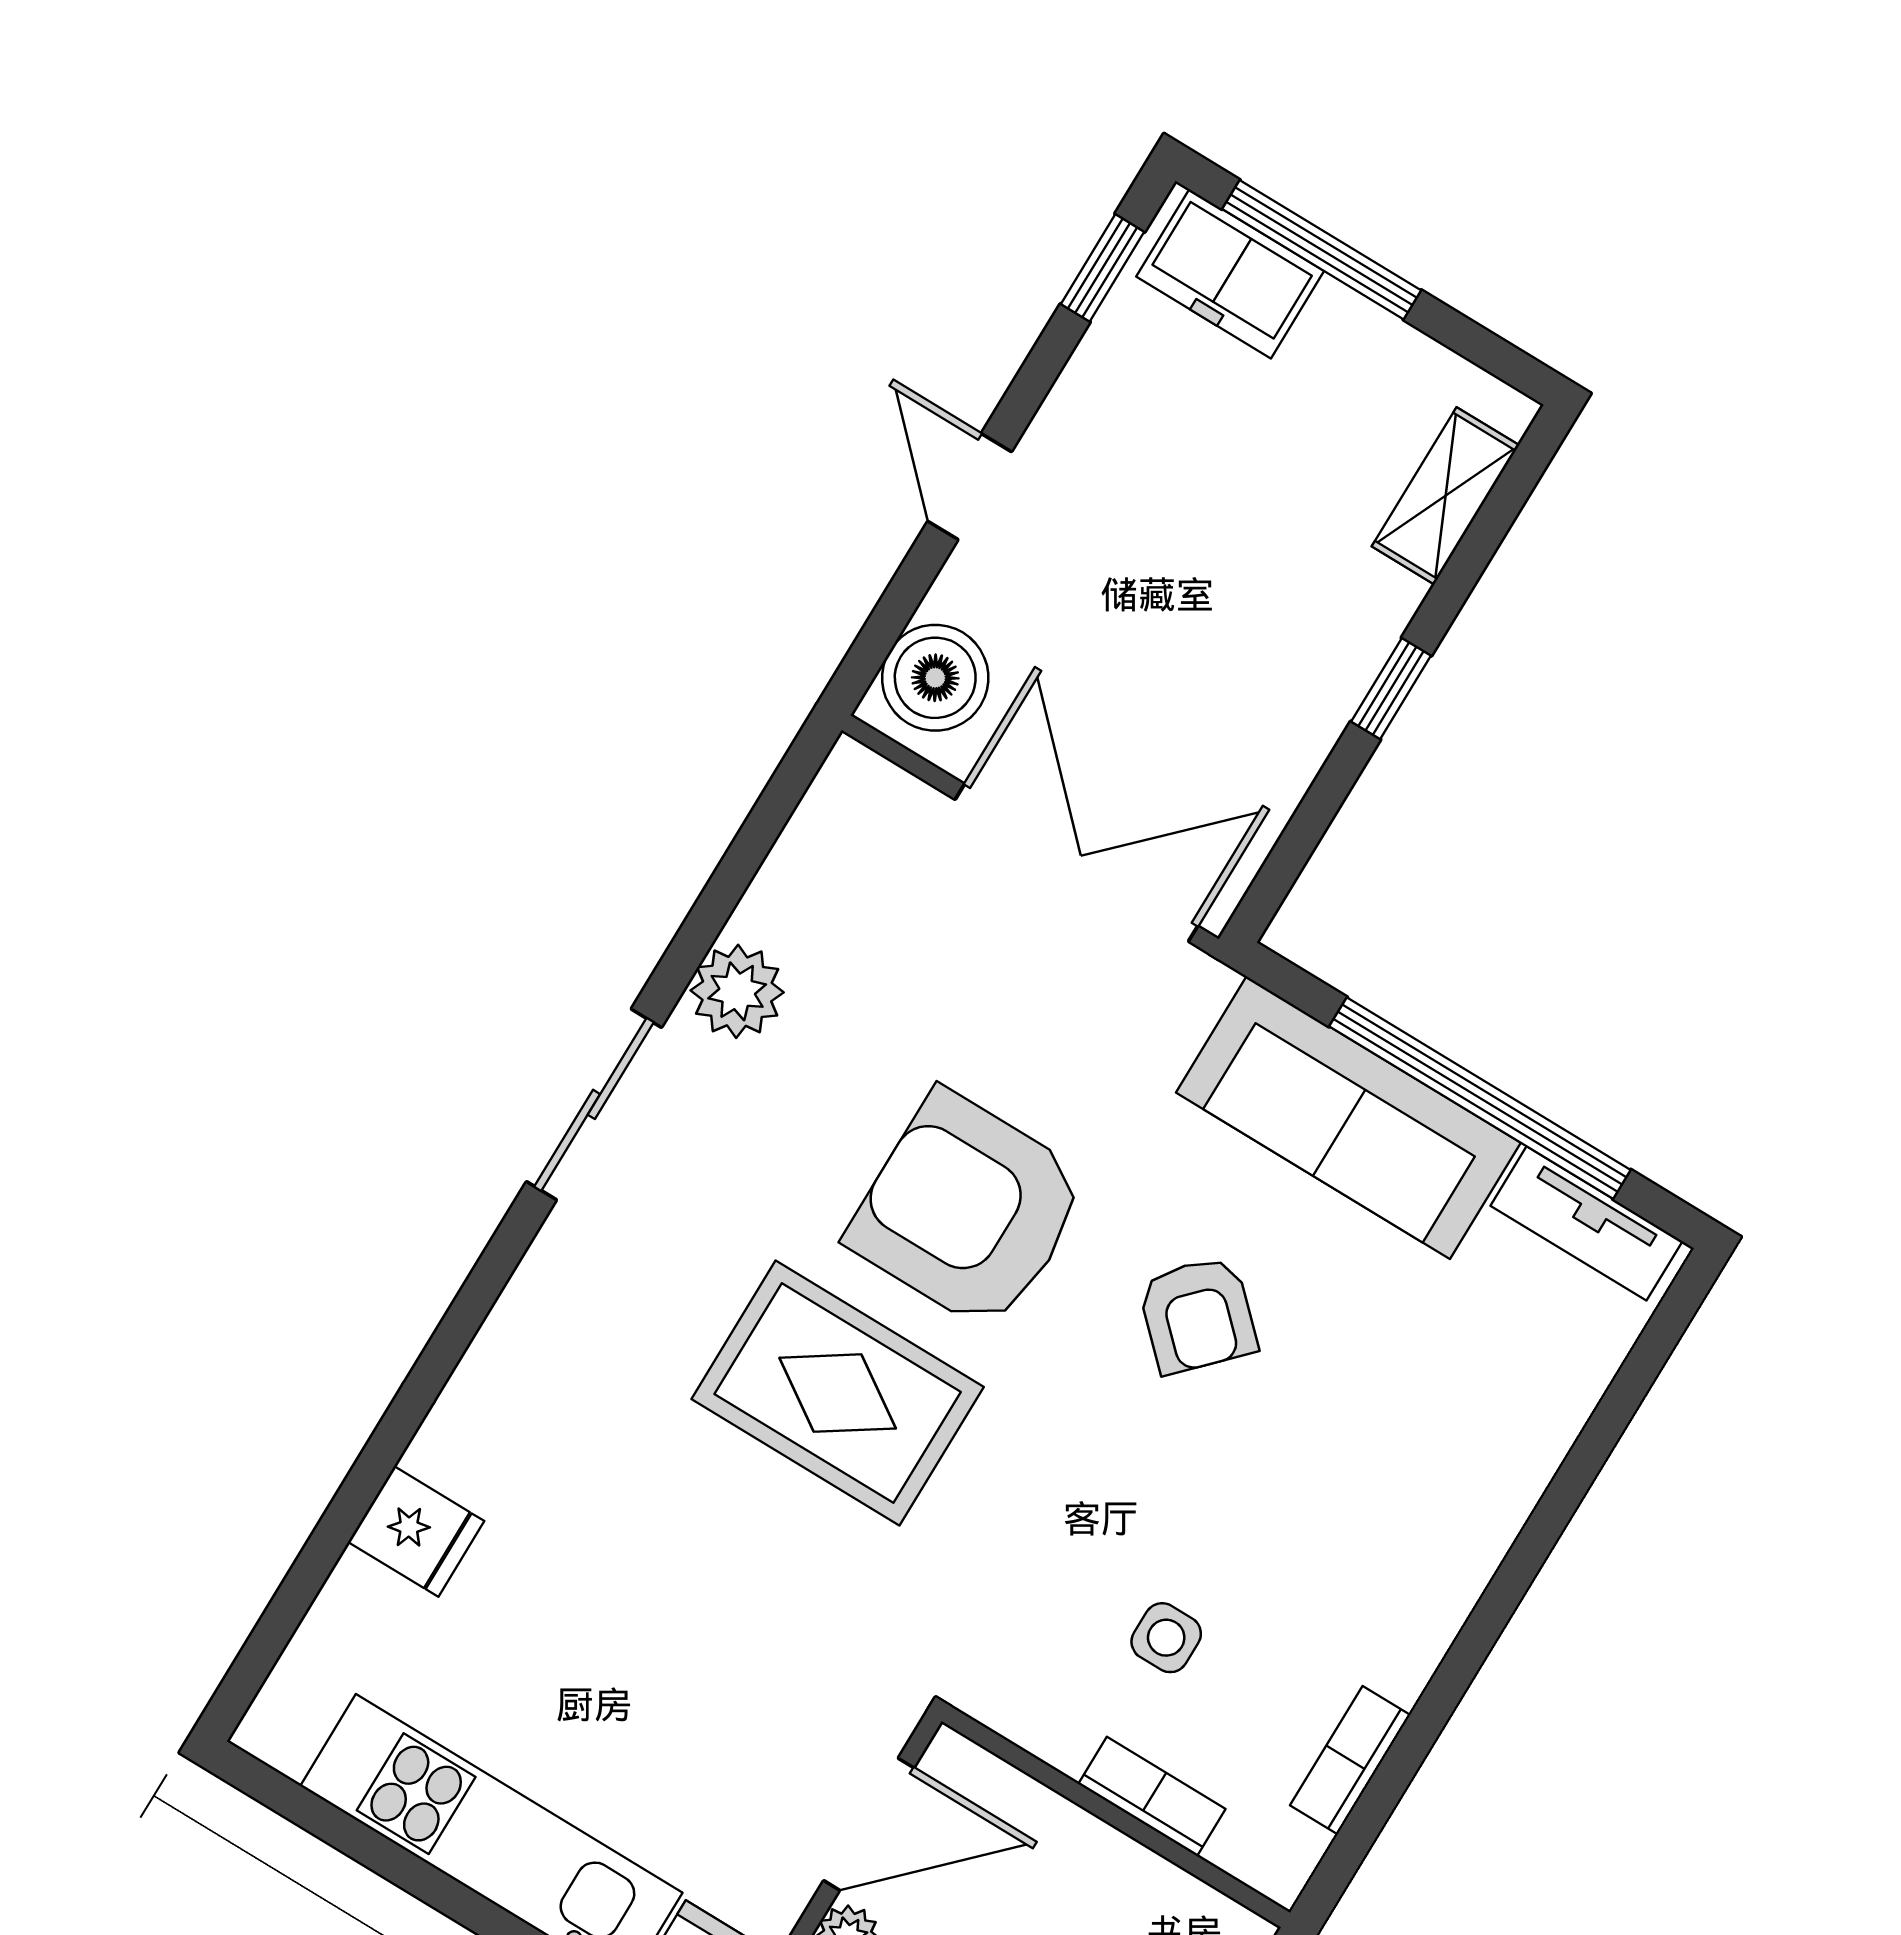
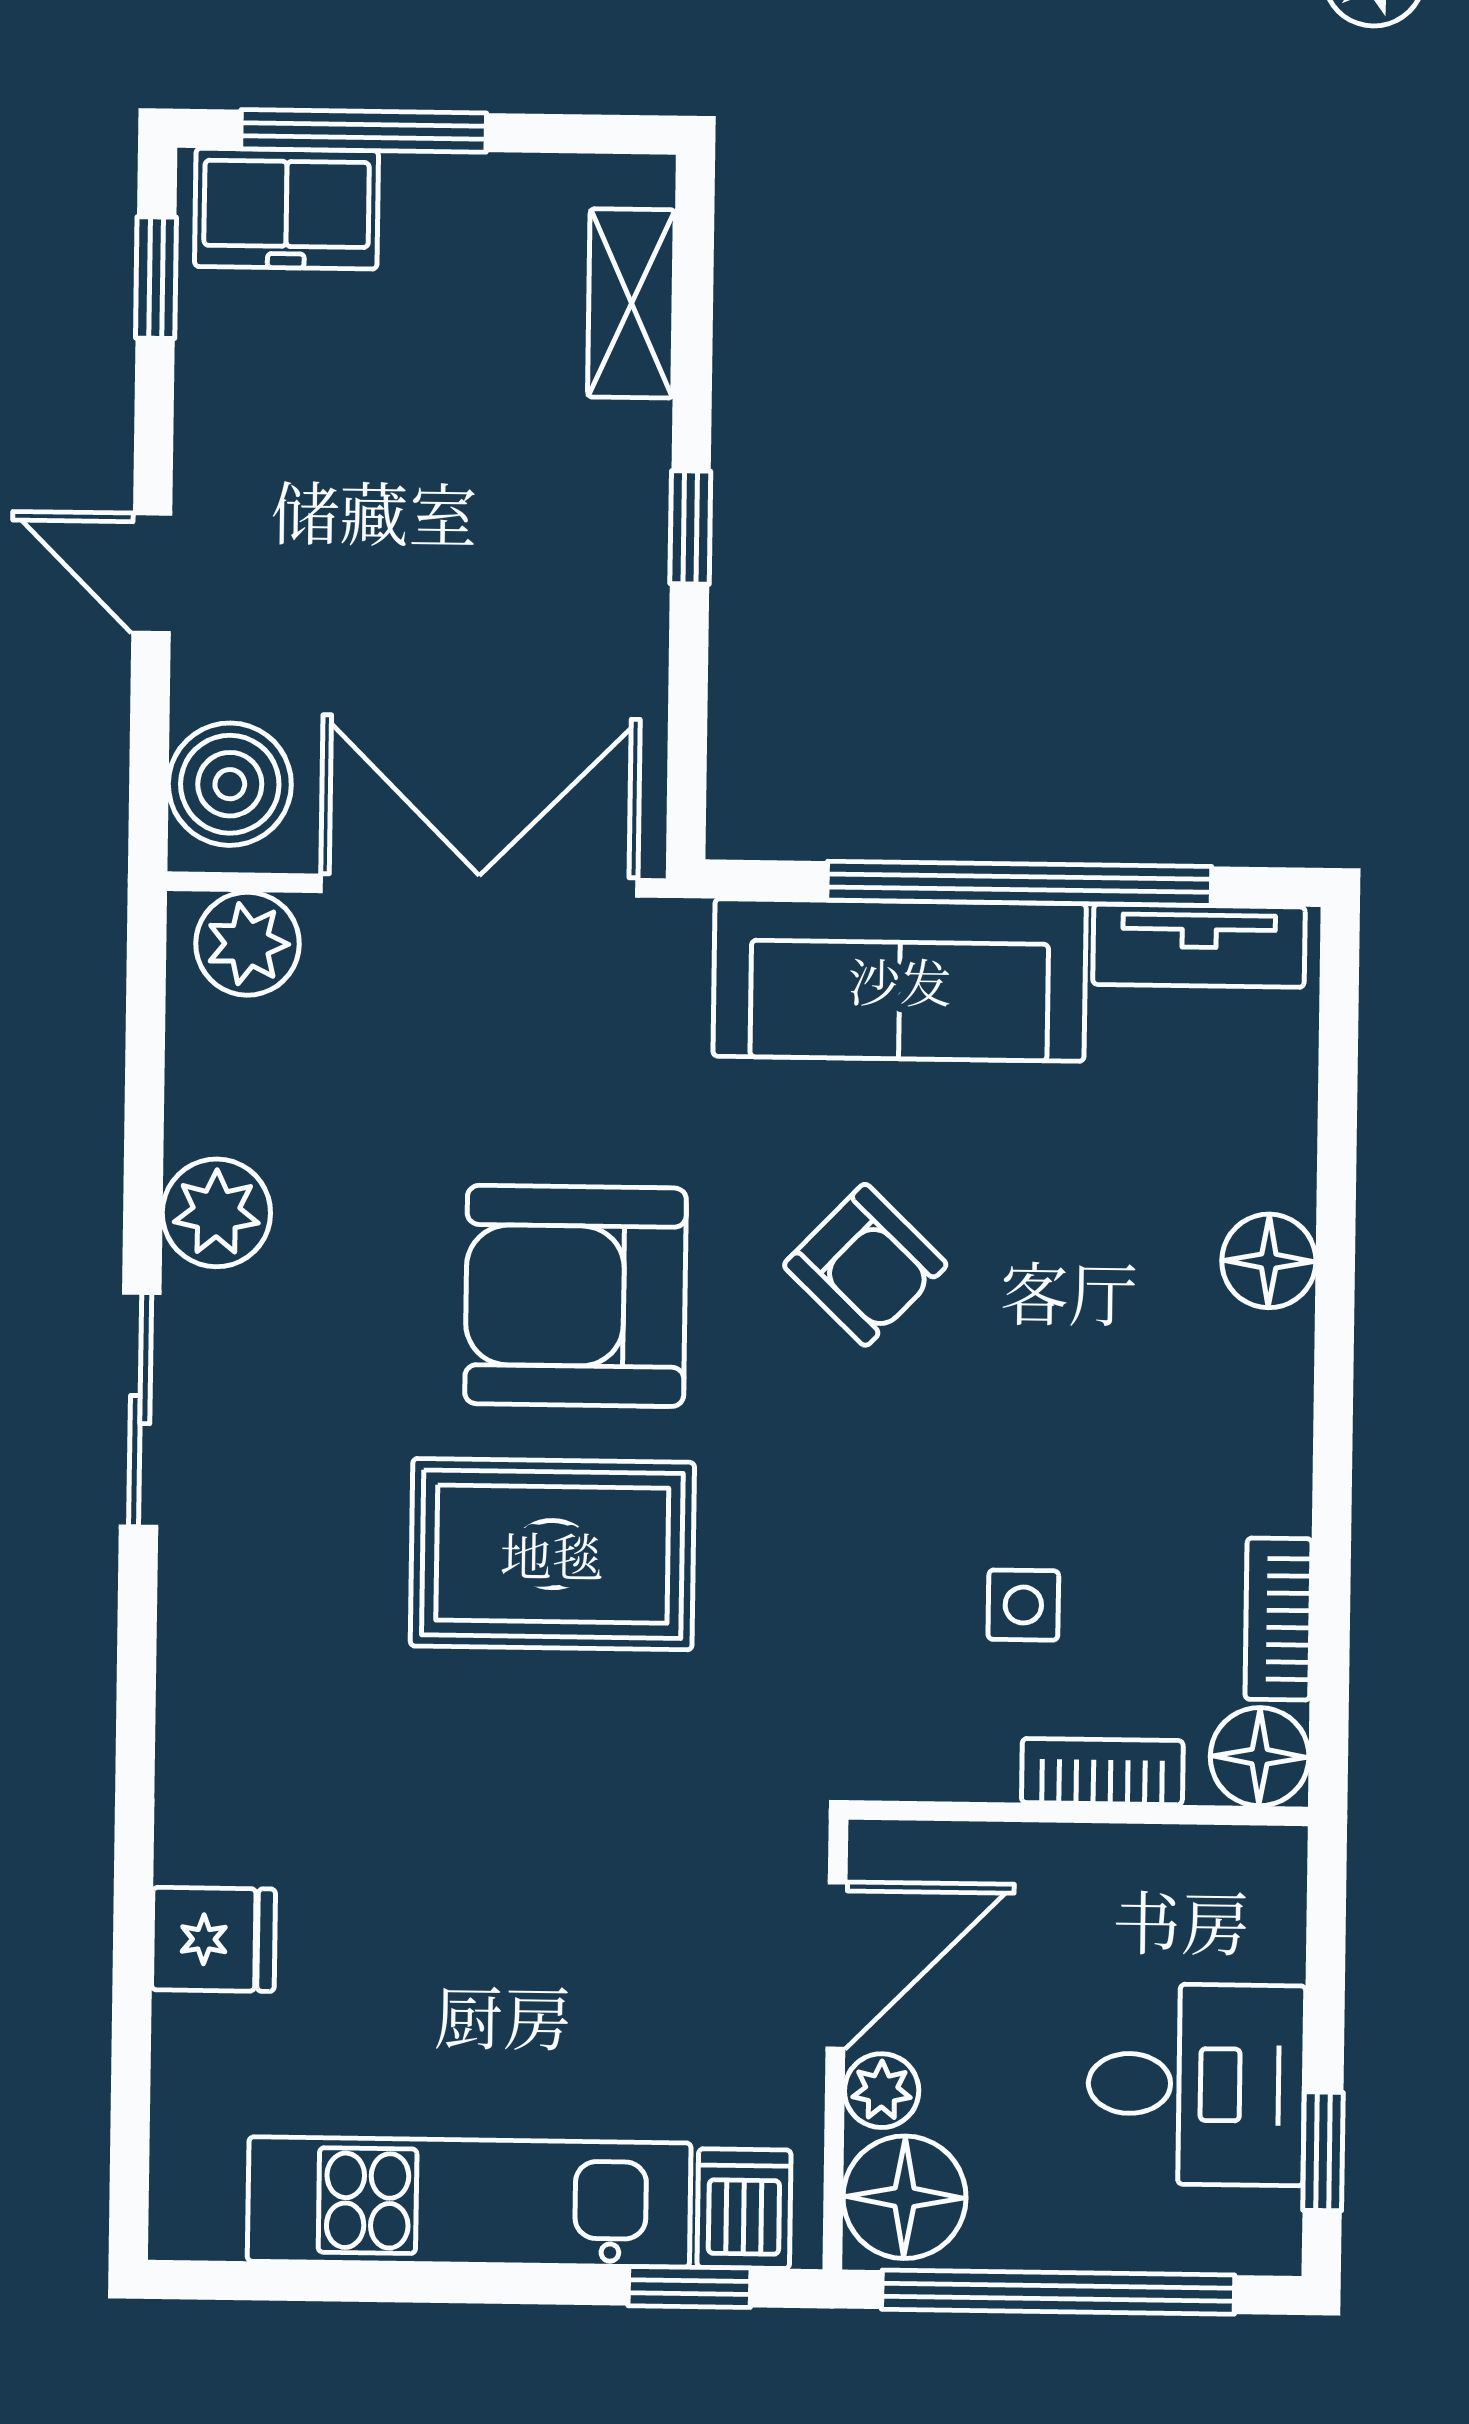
plant: (878, 804) -> (248, 944), added
floor lamp: (1500, 1489) -> (1269, 1261), added
floor lamp: (1276, 1854) -> (1260, 1757), added

